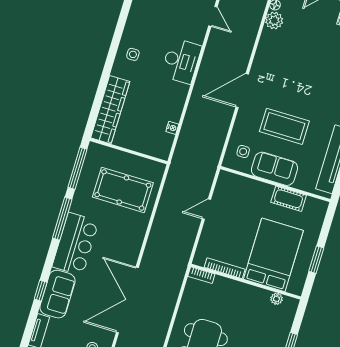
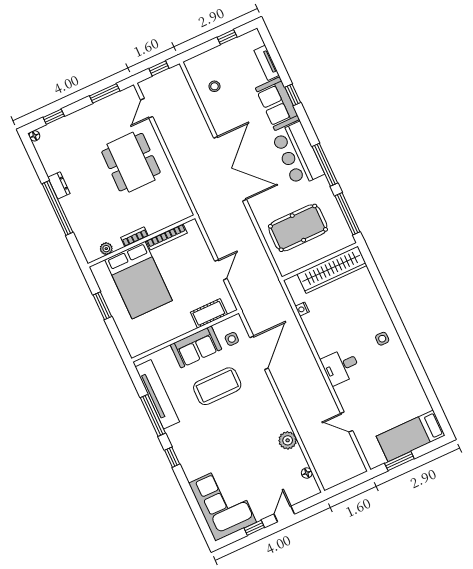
plant: (274, 21) -> (288, 440), moved
desk: (181, 61) -> (341, 366), width x0.73
door: (242, 91) -> (259, 353), moved
wardrobe: (110, 110) -> (332, 270), moved, turned -90
cot: (289, 199) -> (209, 313), moved
bookcase: (201, 275) -> (134, 237), moved
double door: (127, 300) -> (230, 169), moved

